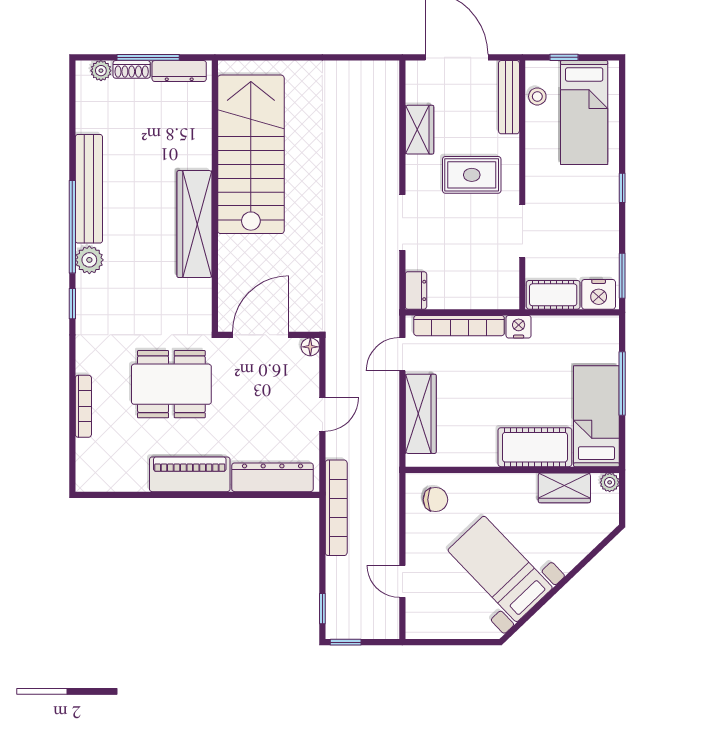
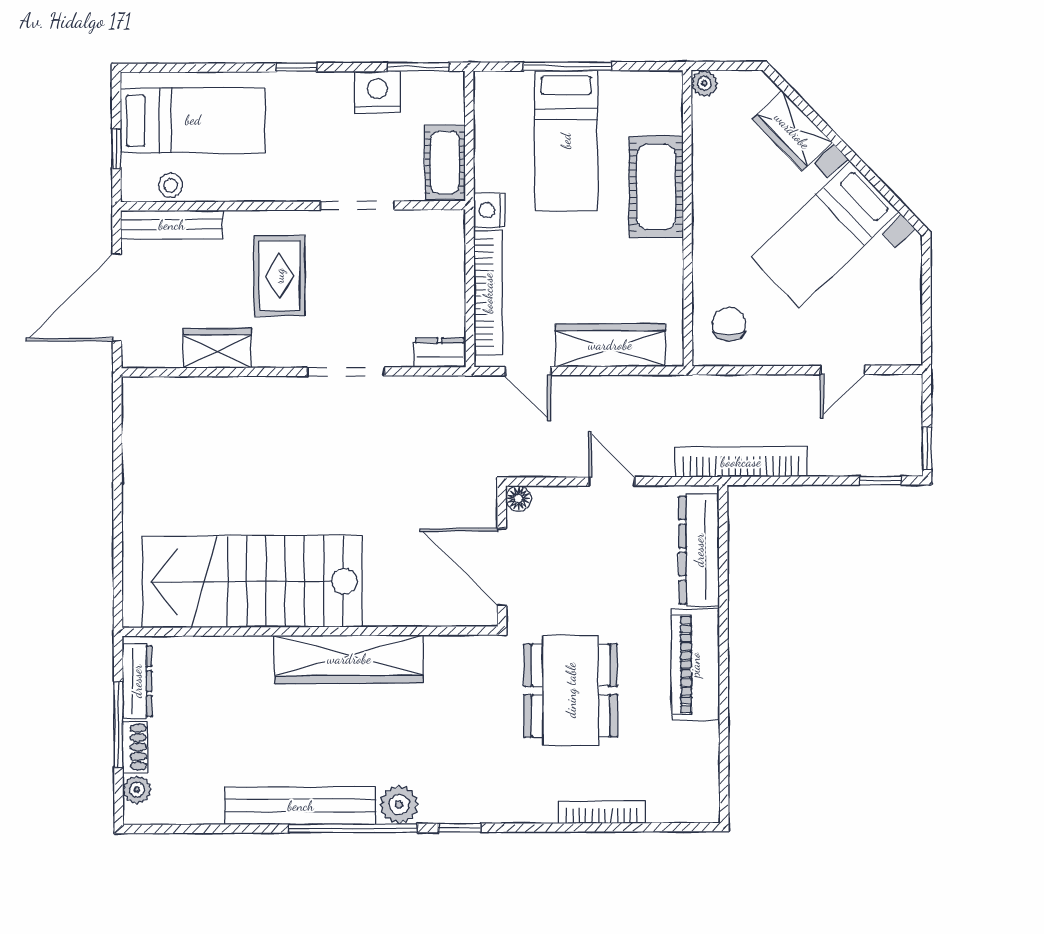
nightstand: (599, 294) -> (377, 92), moved, turned -90
bed: (596, 416) -> (566, 141), moved, turned -90
wardrobe: (564, 488) -> (792, 131), moved, turned 136

